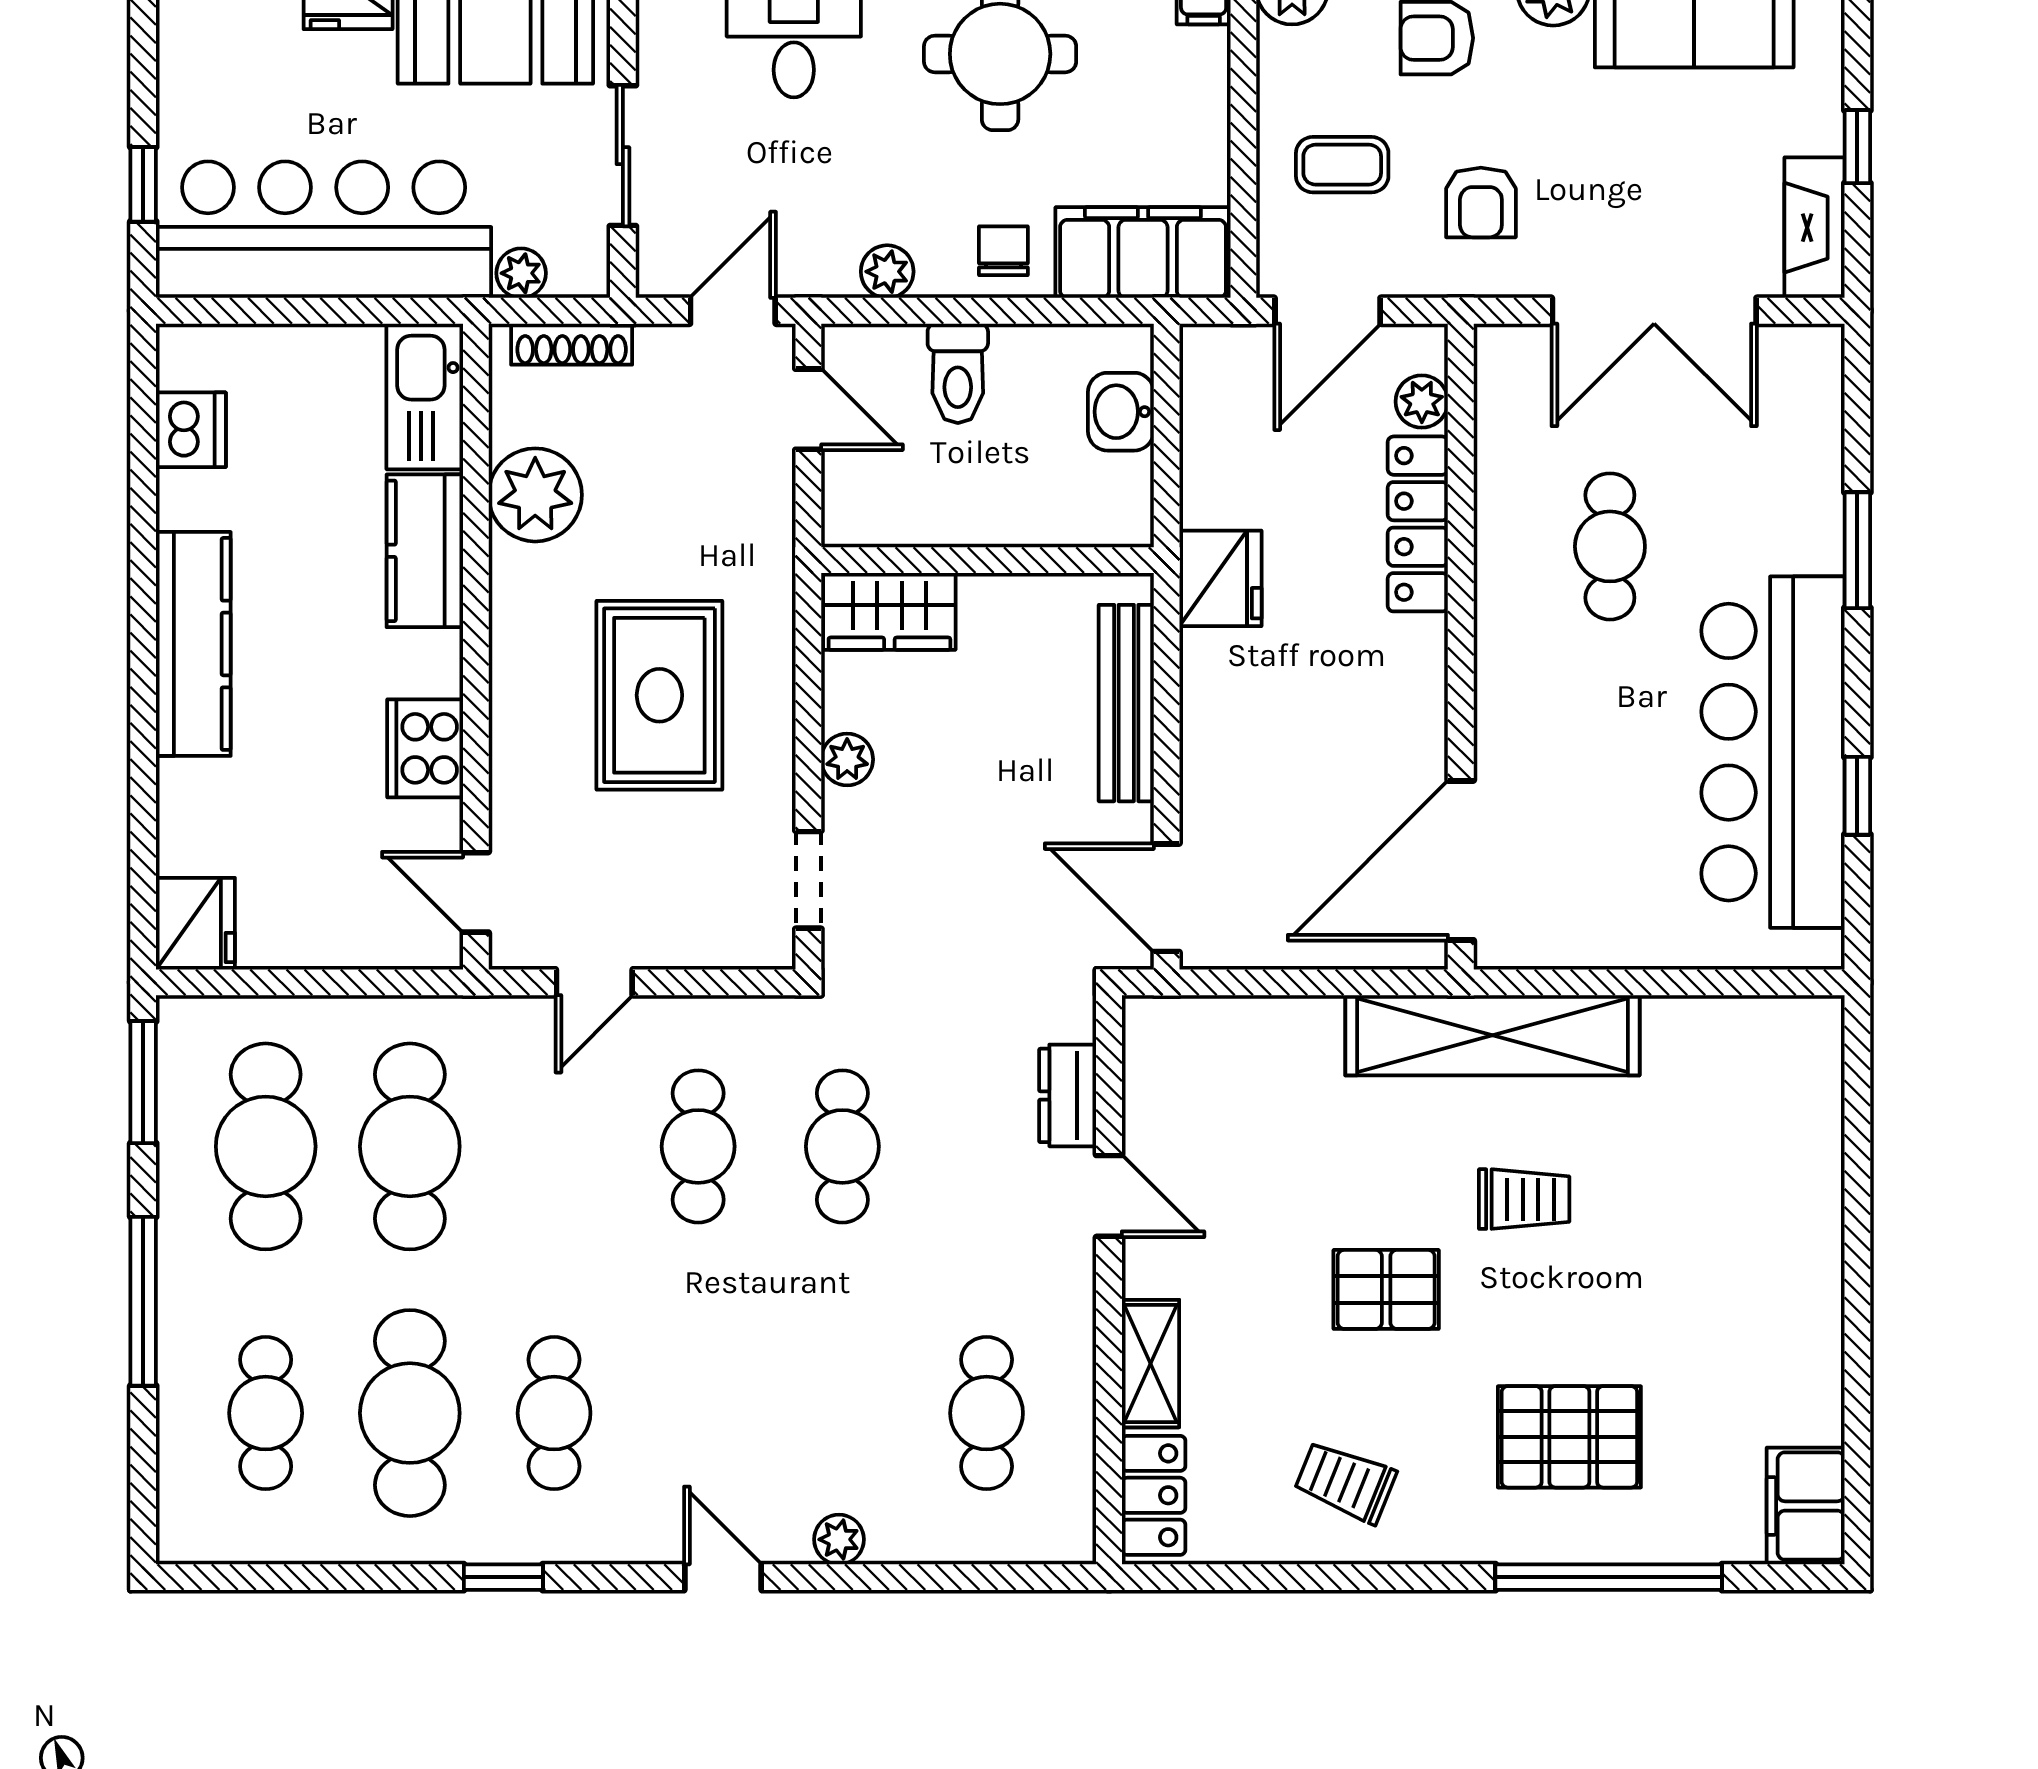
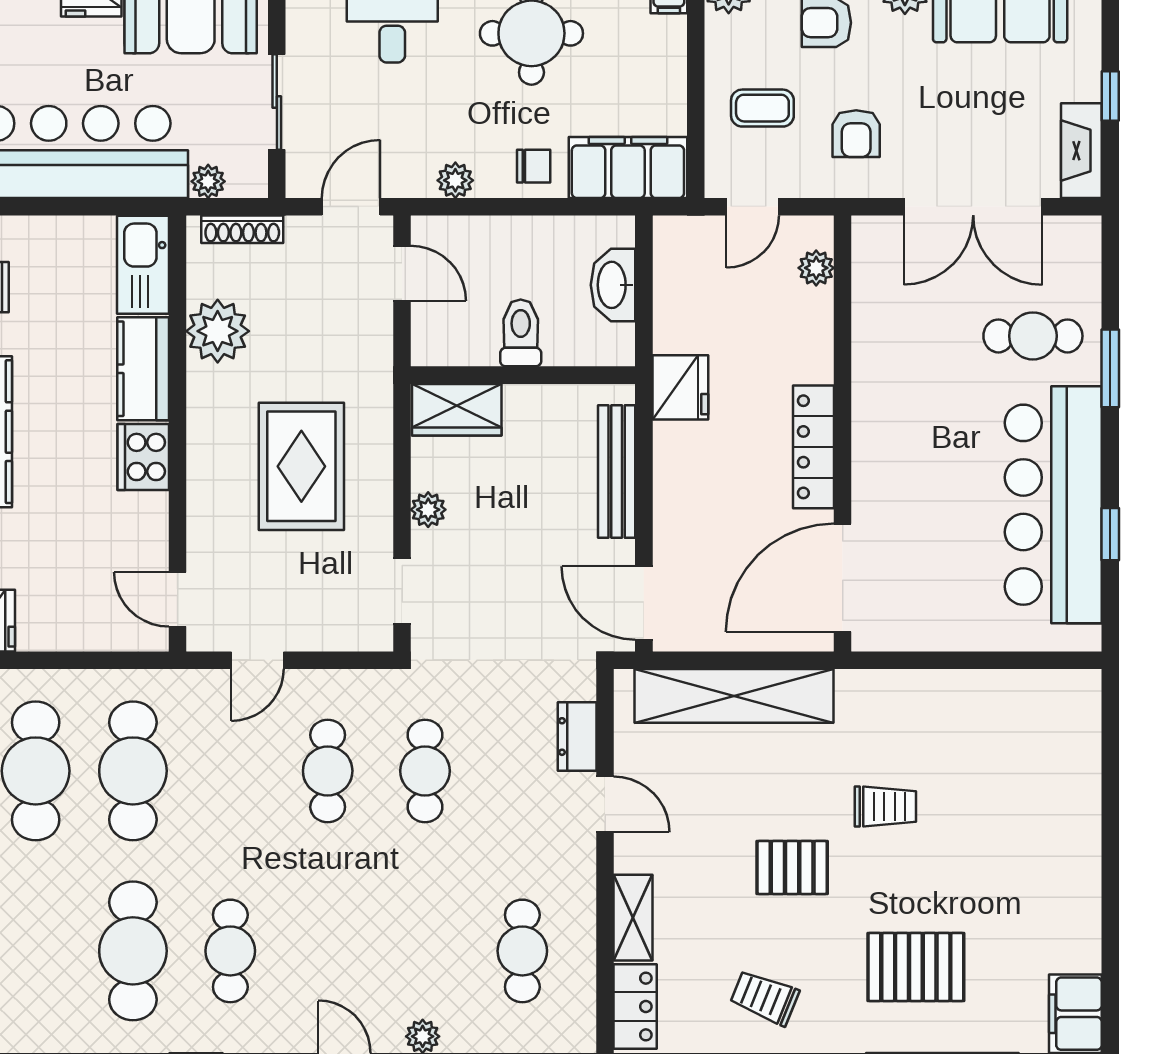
chair: (1003, 251) -> (534, 166), turned 90
door: (1328, 311) -> (753, 207), width x0.73
toilet: (958, 373) -> (521, 333), moved, turned 180
washbasin: (1121, 412) -> (613, 285), width x1.38
locker: (1418, 524) -> (814, 447), moved
cafe table: (1610, 546) -> (1033, 336), moved, turned 90
cooker: (425, 748) -> (143, 457), moved
shelving: (1492, 1035) -> (734, 696), moved
cafe table: (266, 1413) -> (36, 951), removed

